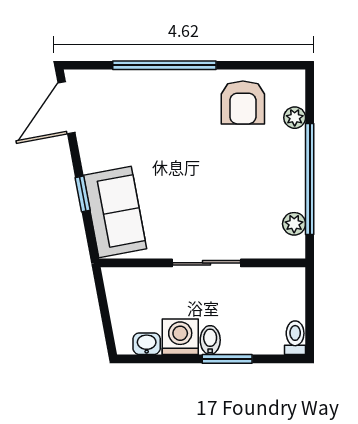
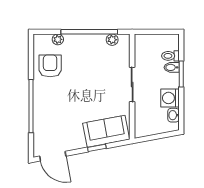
armchair: (243, 103) -> (50, 66), turned -90
toilet: (295, 338) -> (170, 56), moved
bidet: (210, 340) -> (172, 67), moved

